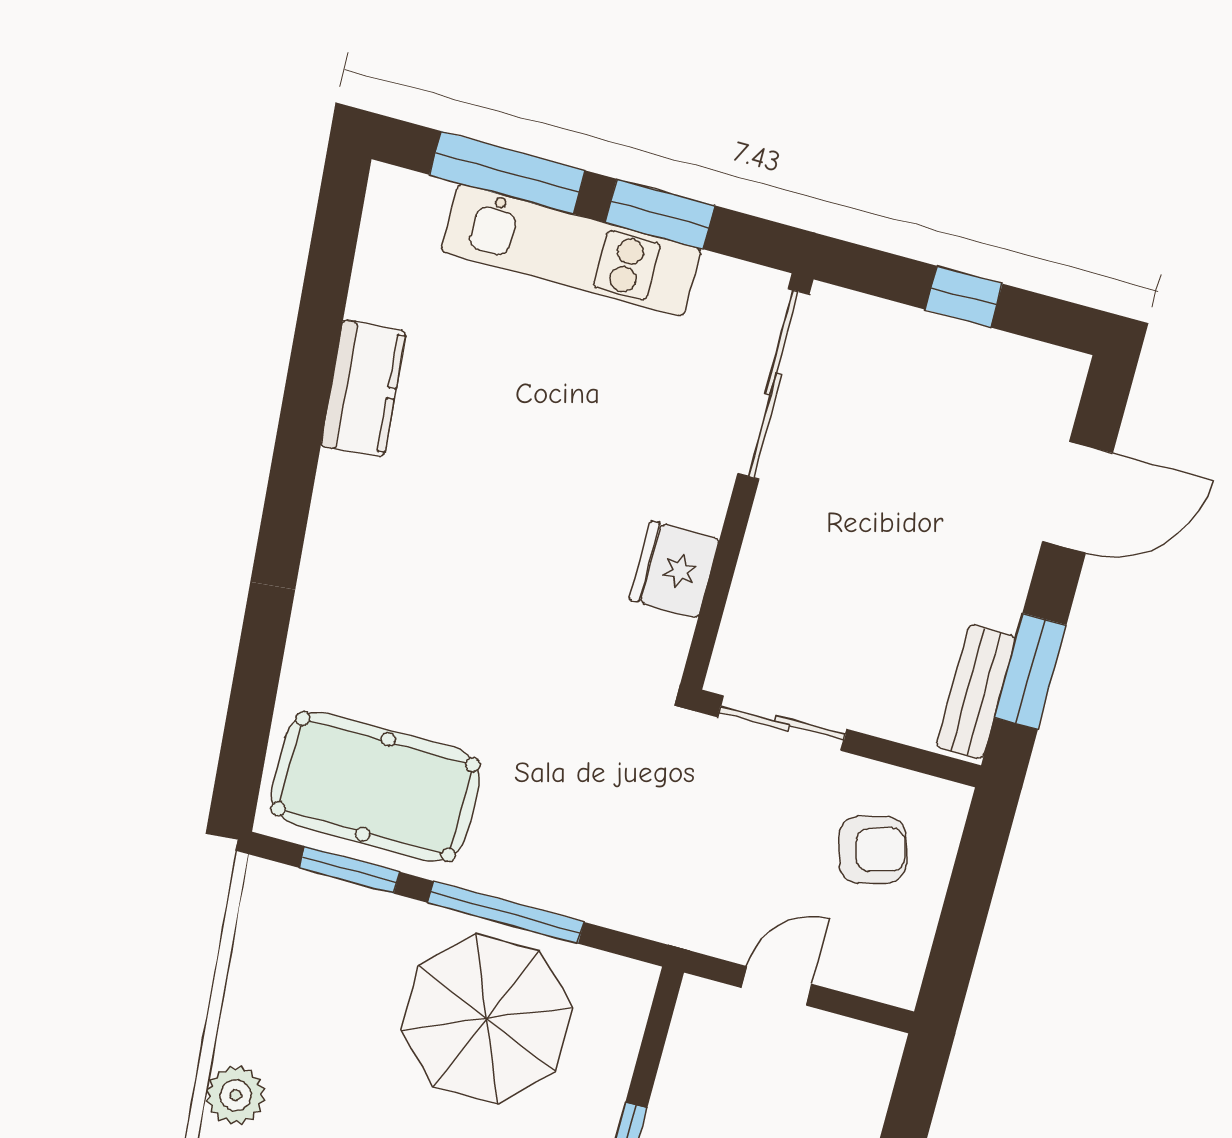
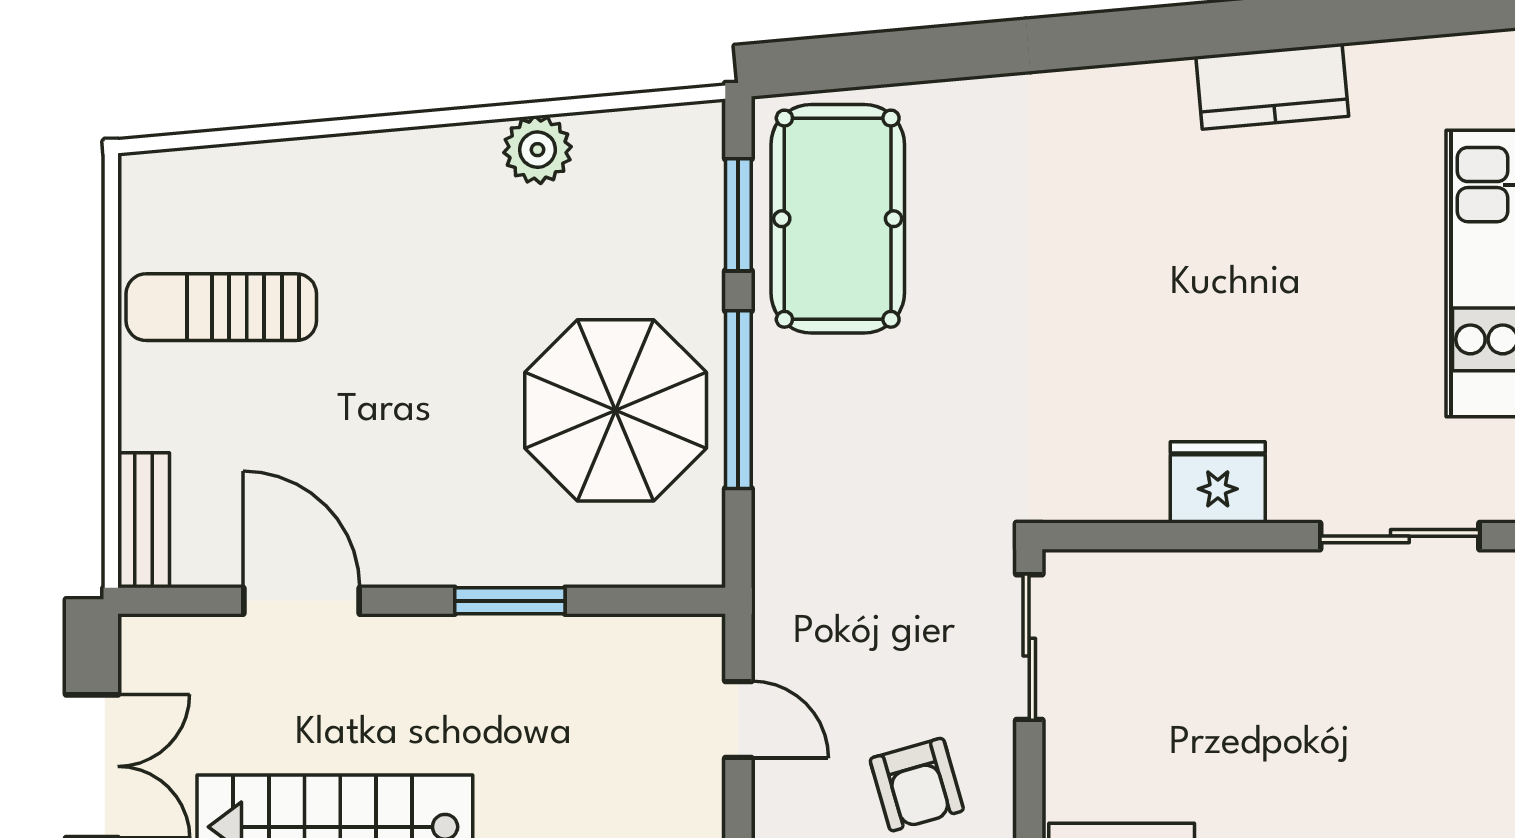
sliding door: (773, 384) -> (1400, 536), width x0.73
fridge: (674, 569) -> (1218, 482), moved
plant: (236, 1095) -> (538, 150), moved

